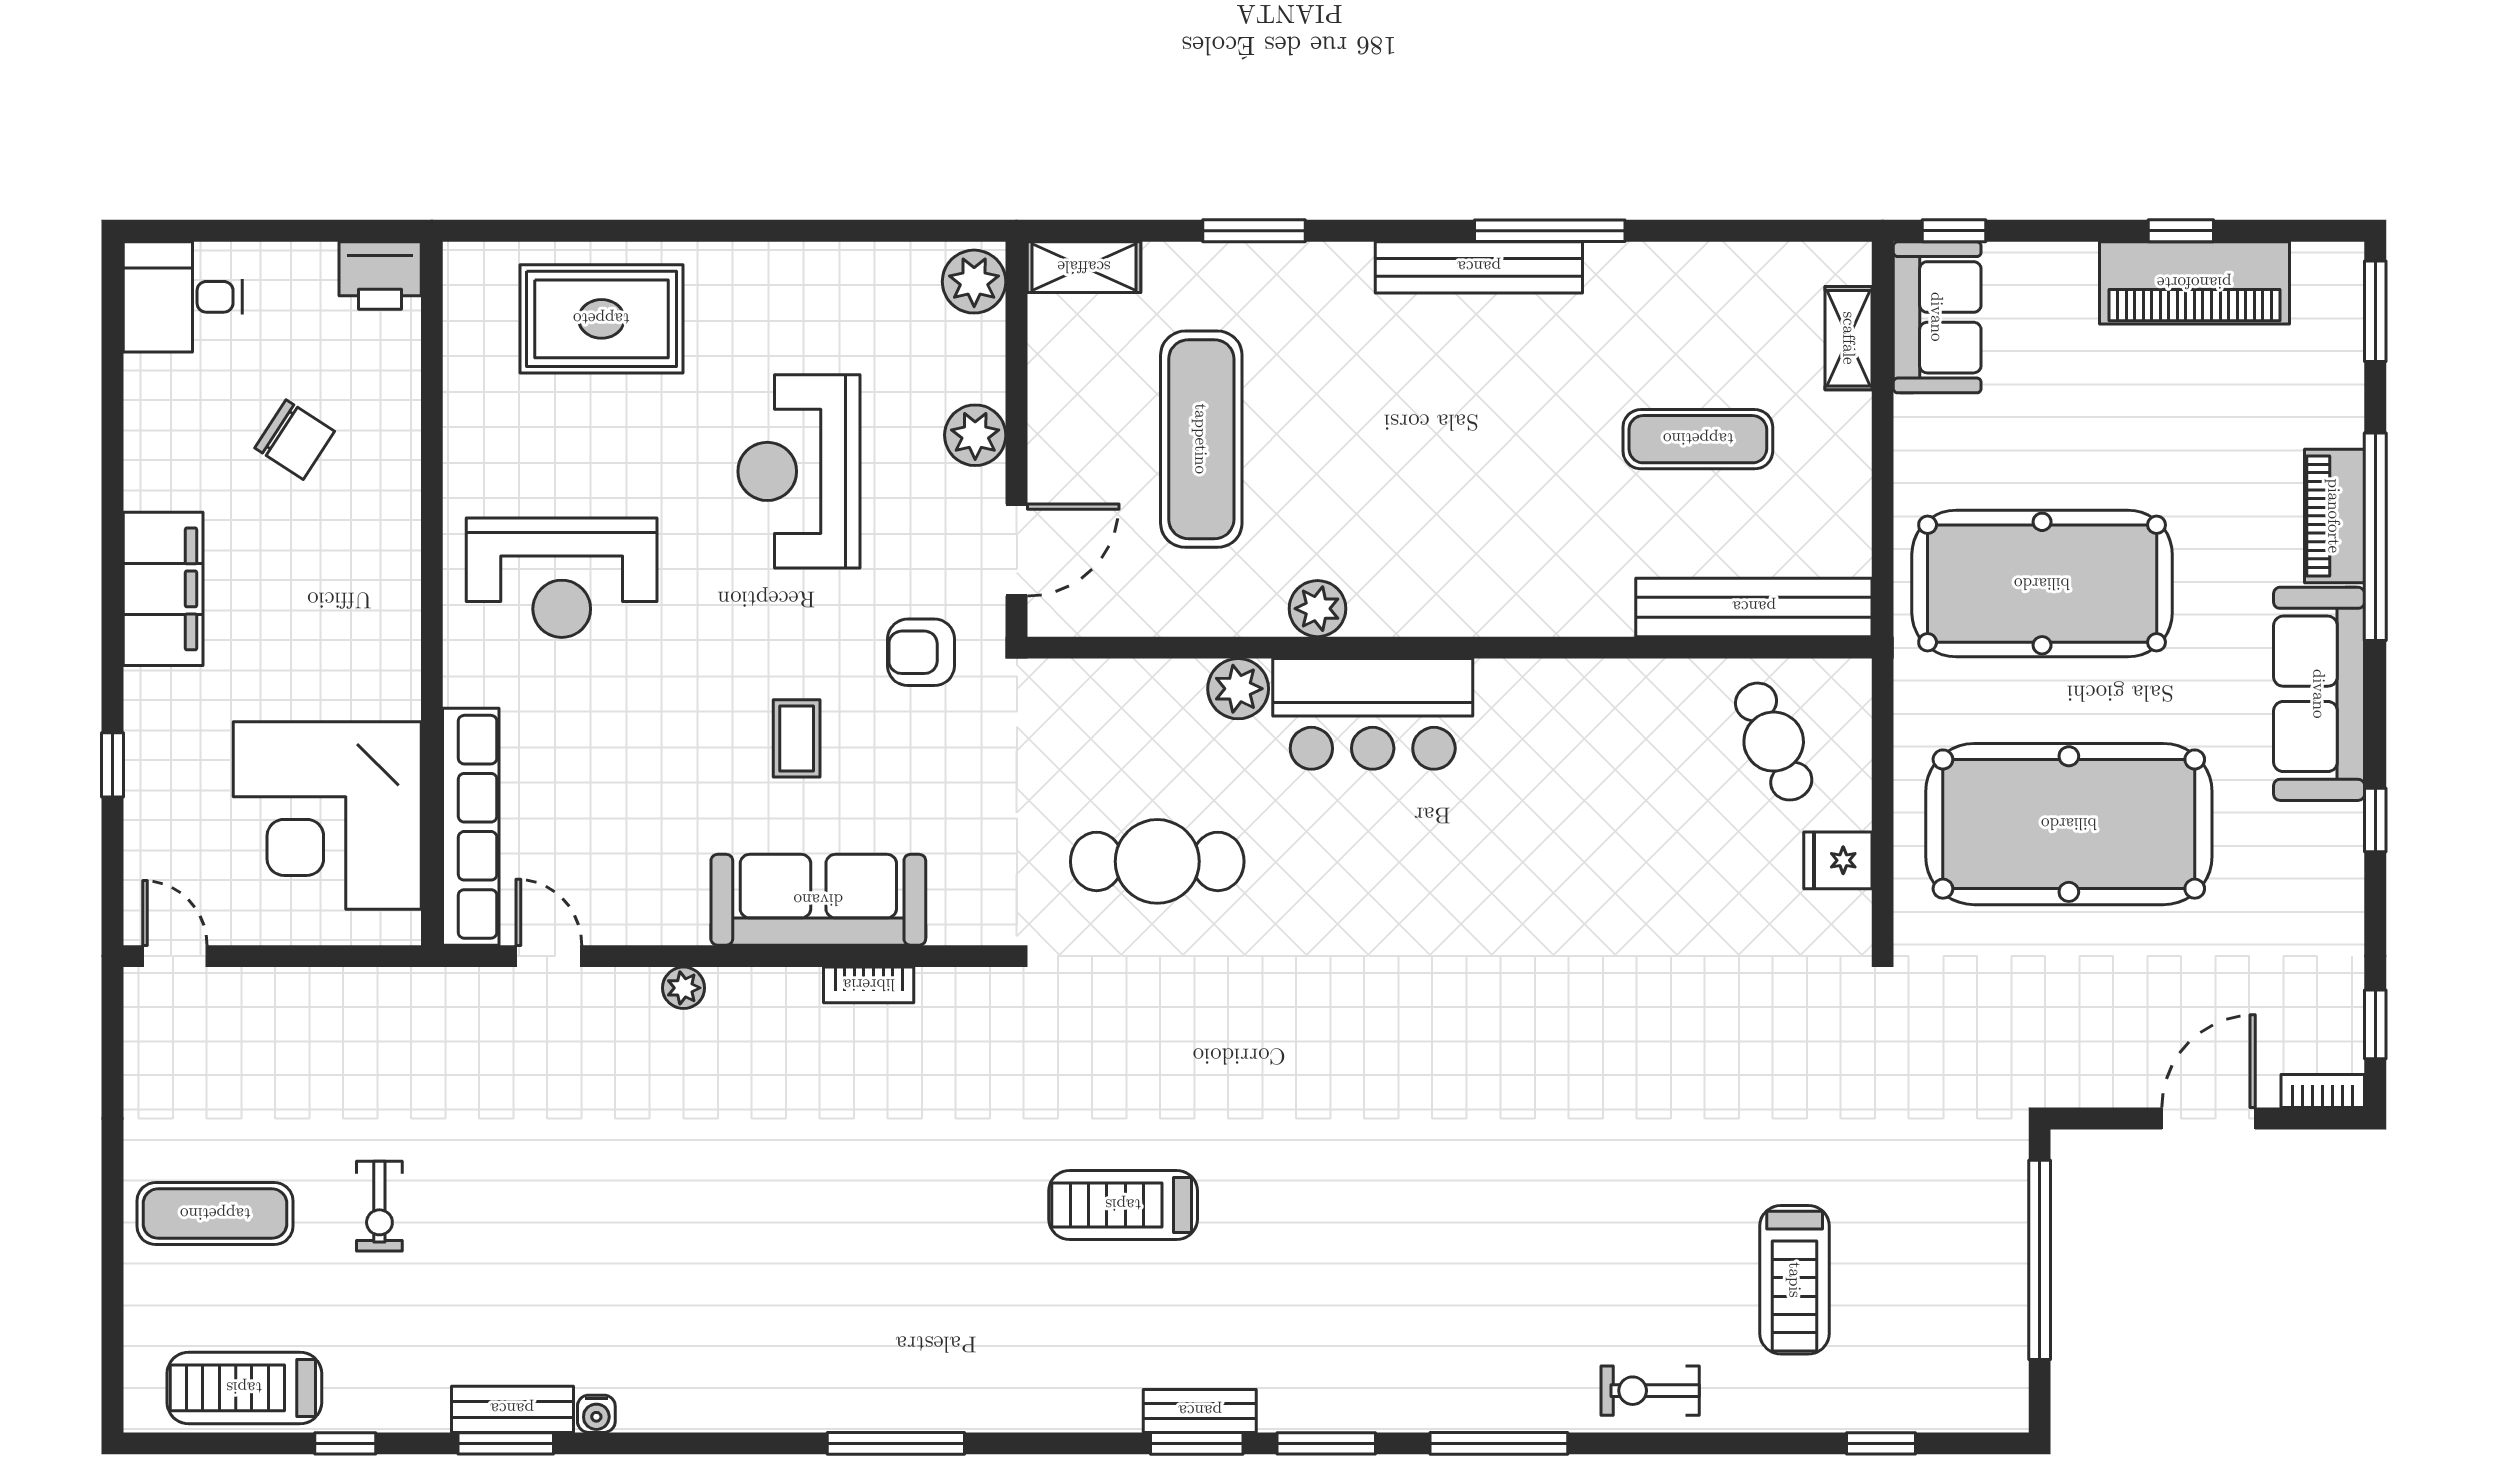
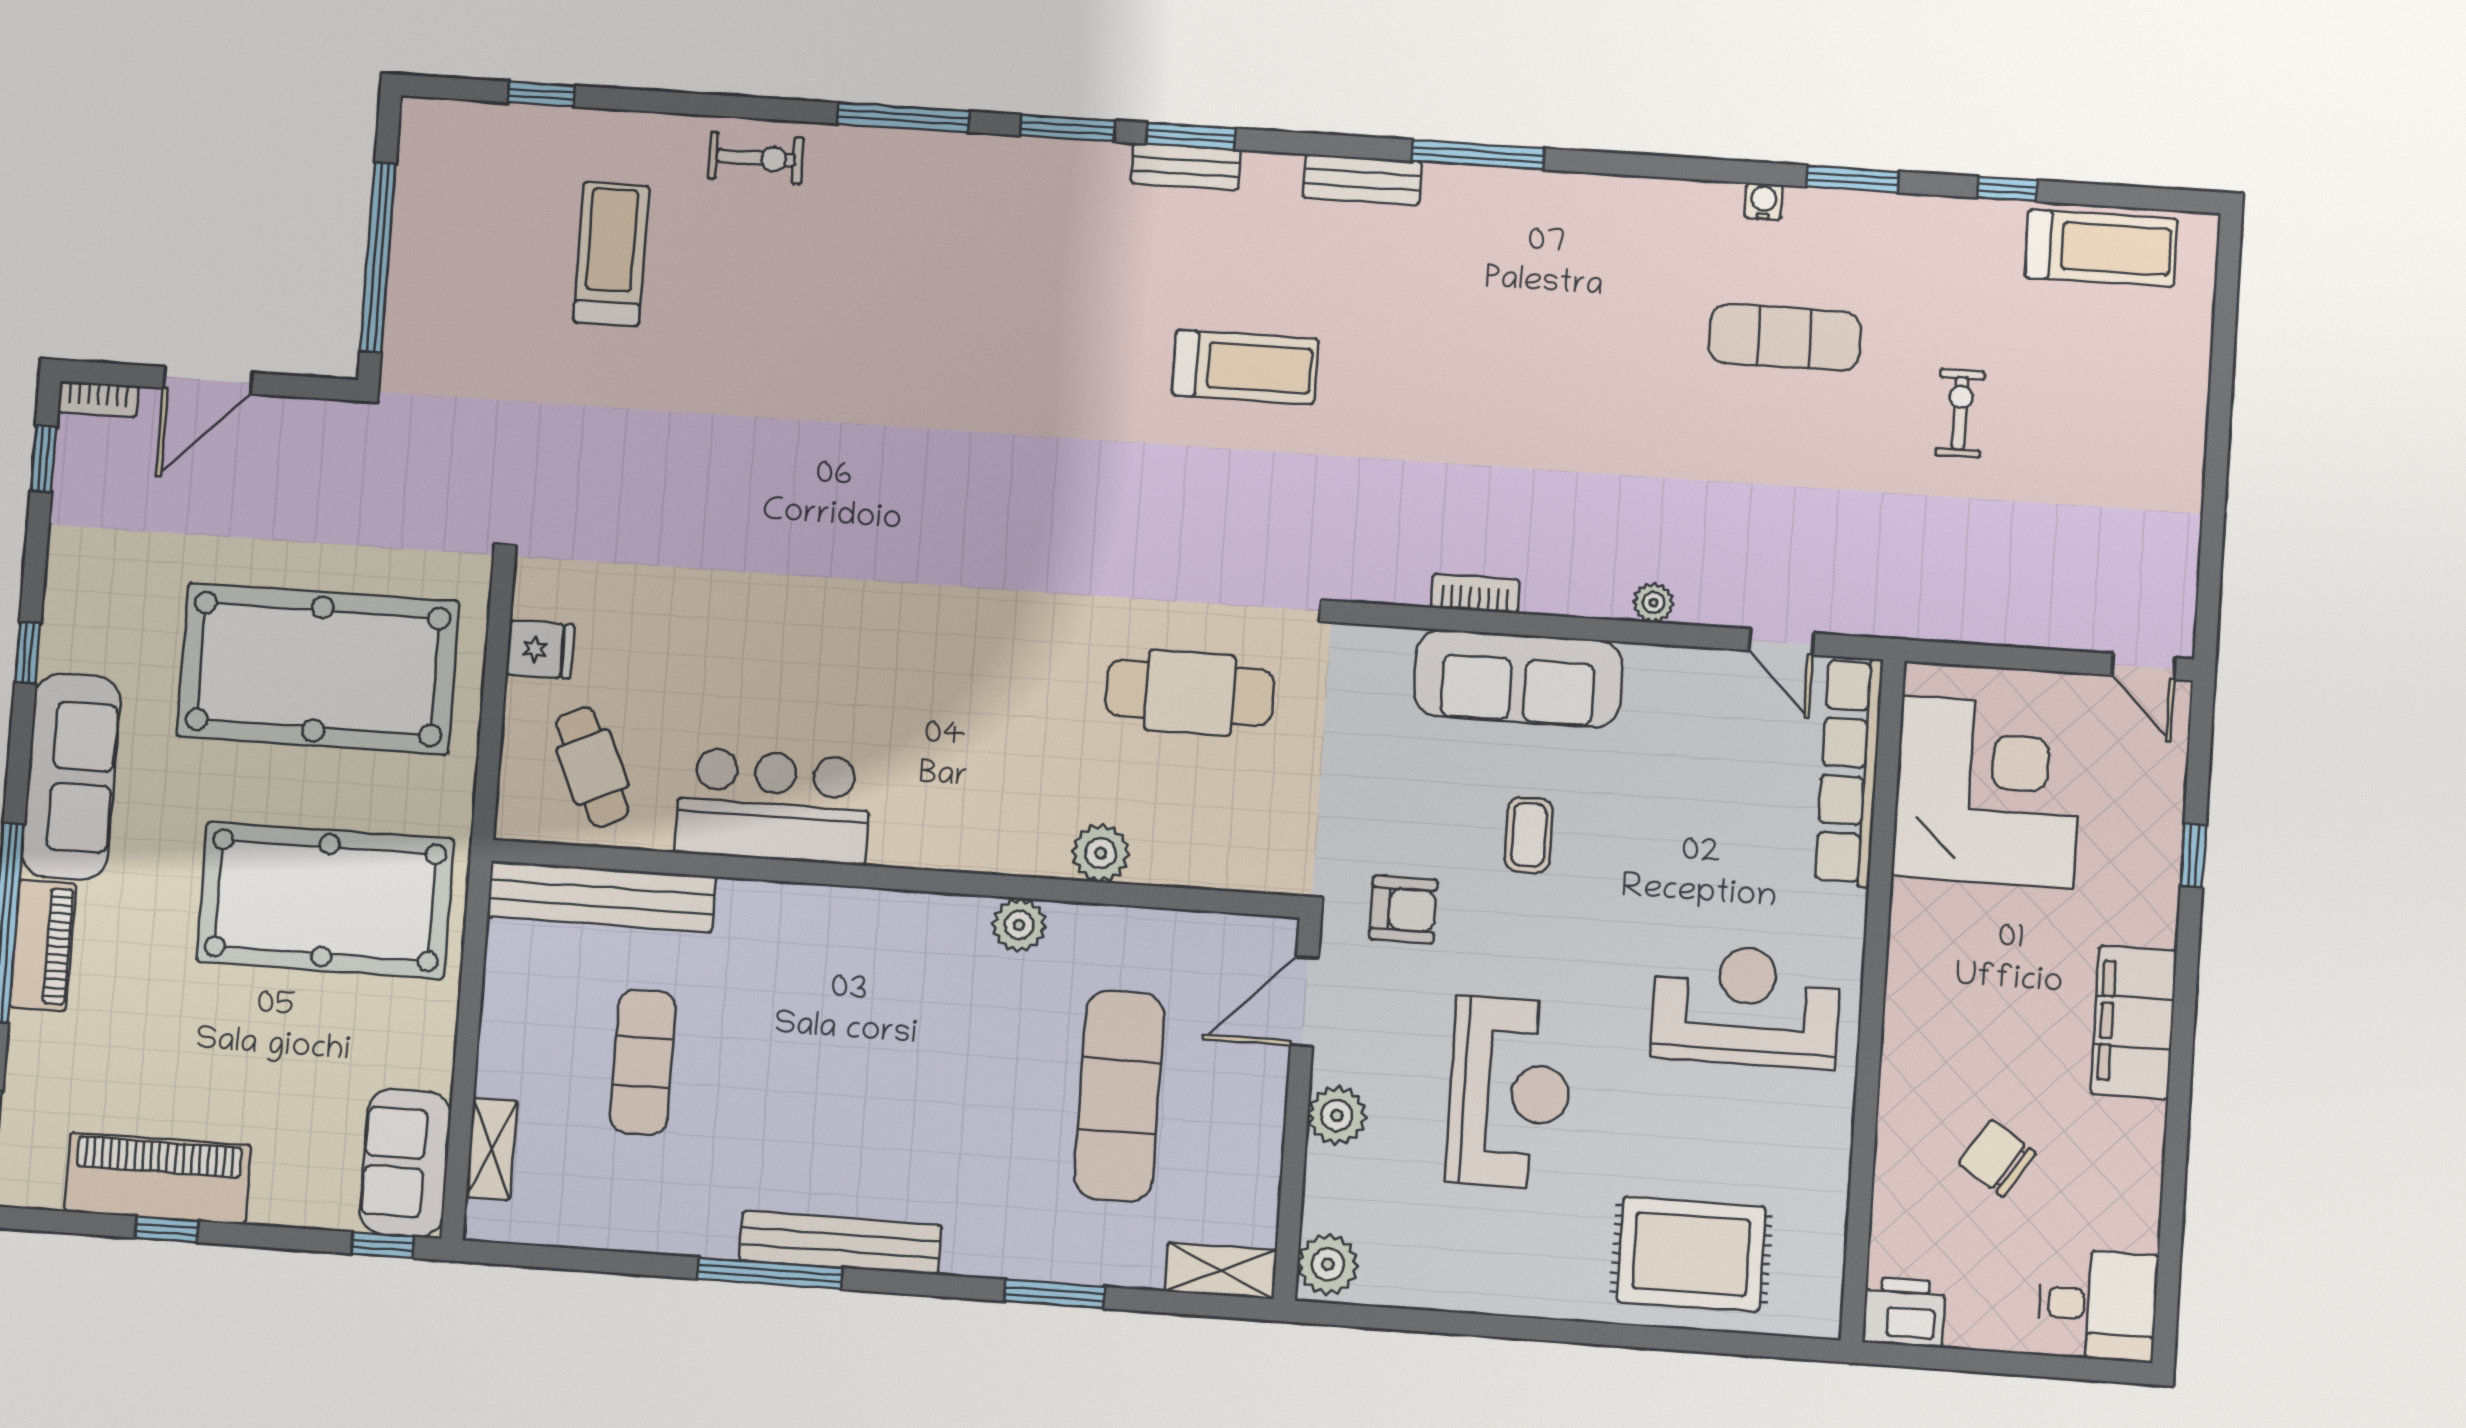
exercise mat: (1698, 439) -> (643, 1062), turned 90
bar counter: (1373, 714) -> (773, 806), moved
exercise mat: (215, 1214) -> (1785, 337), moved
bench: (512, 1409) -> (1362, 180), moved

